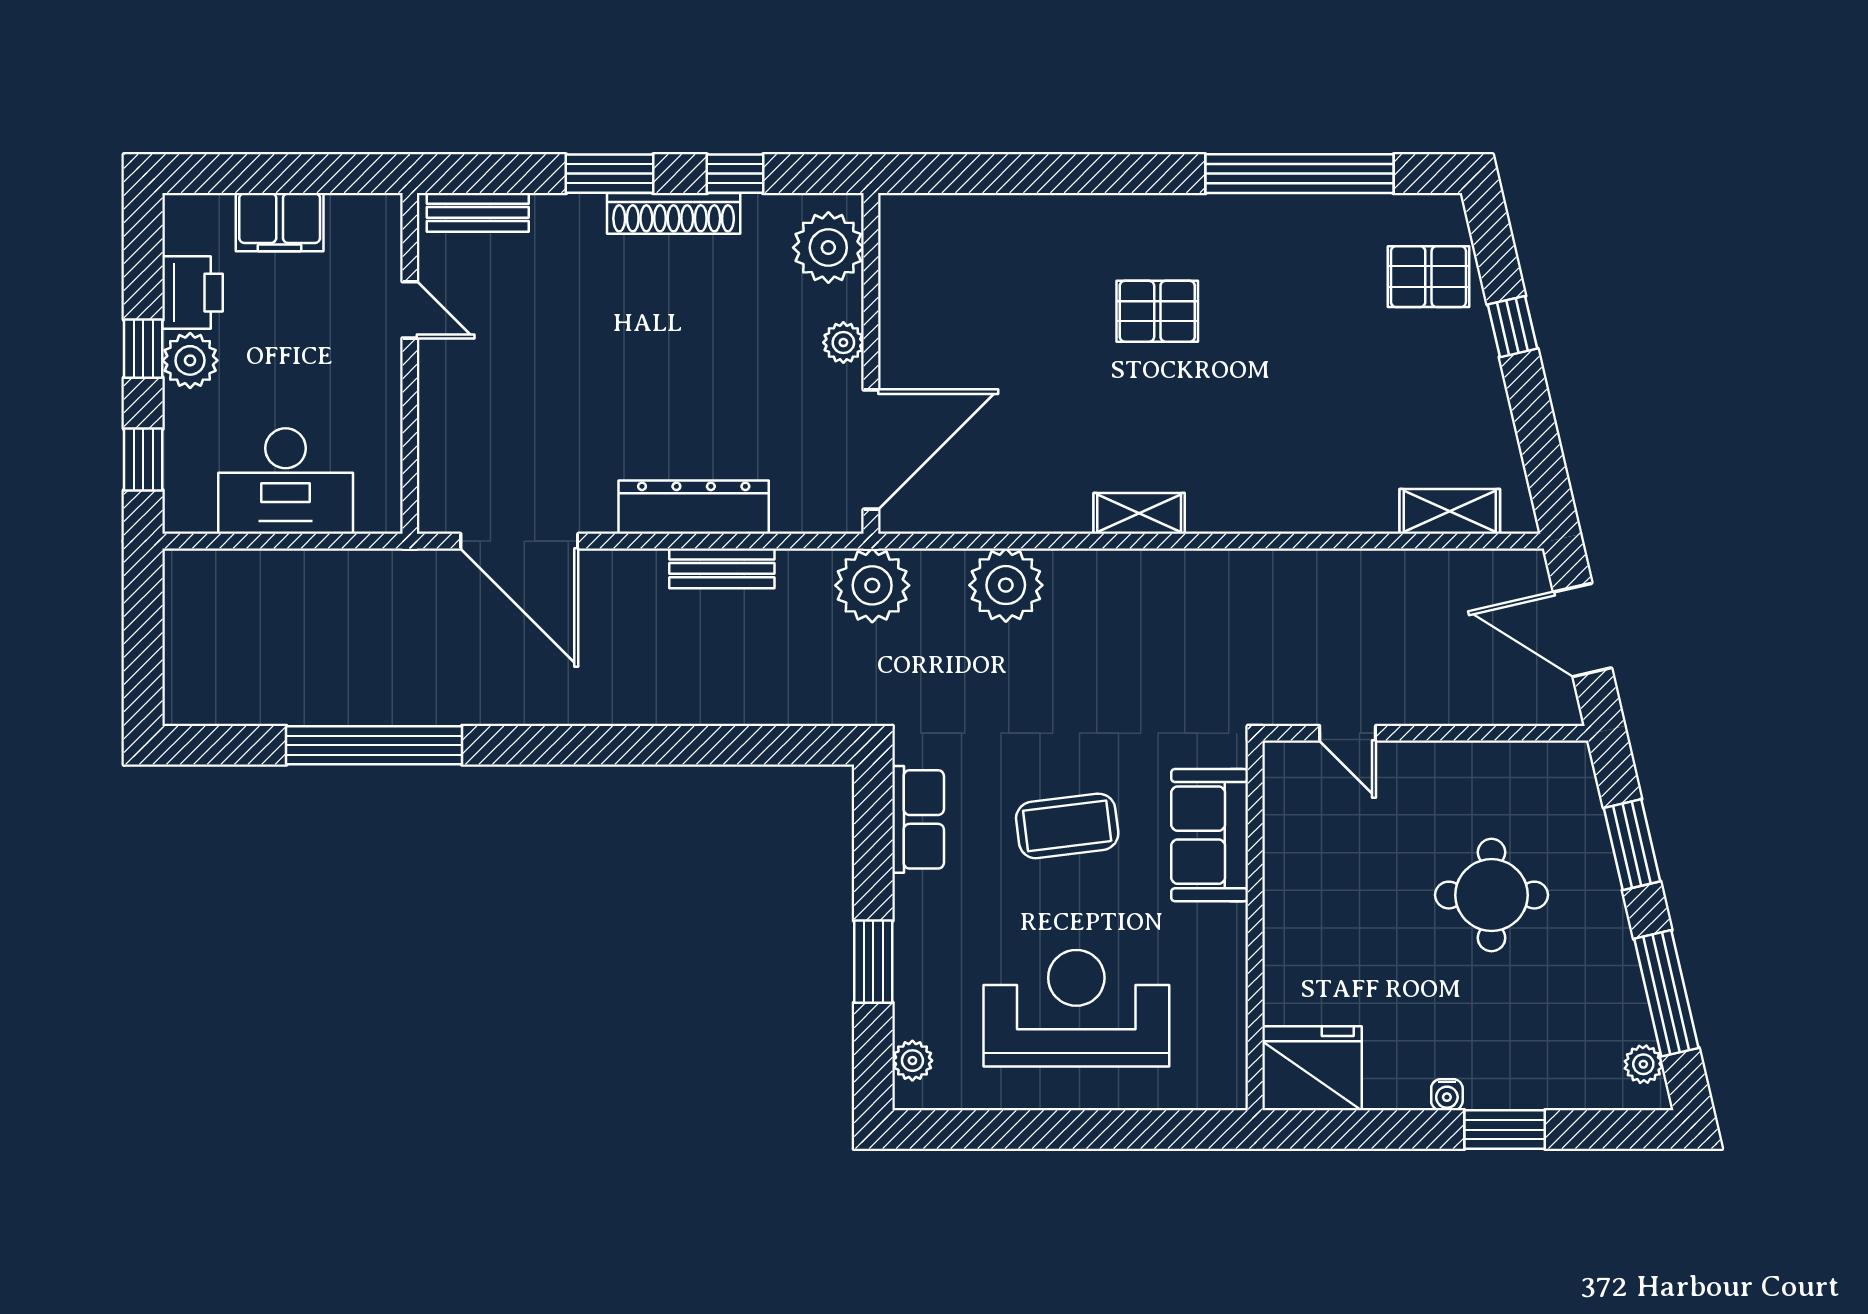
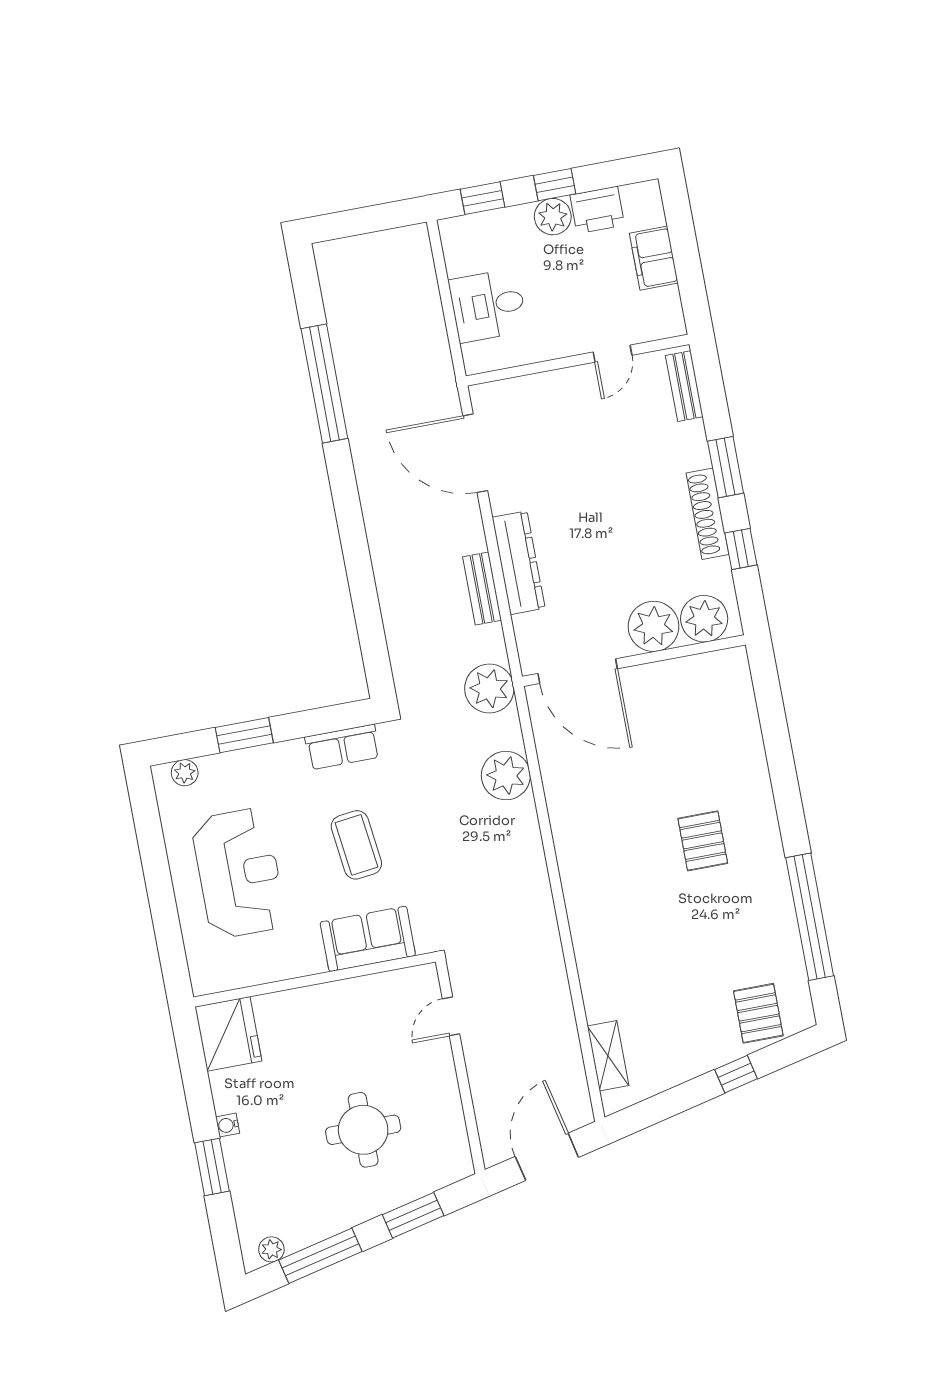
plant: (843, 343) -> (653, 626), width x1.88, depth x1.88
desk: (286, 481) -> (488, 305), width x0.73
shelving: (1139, 513) -> (569, 854), removed
door: (519, 541) -> (475, 453), hinge flipped

